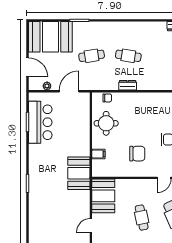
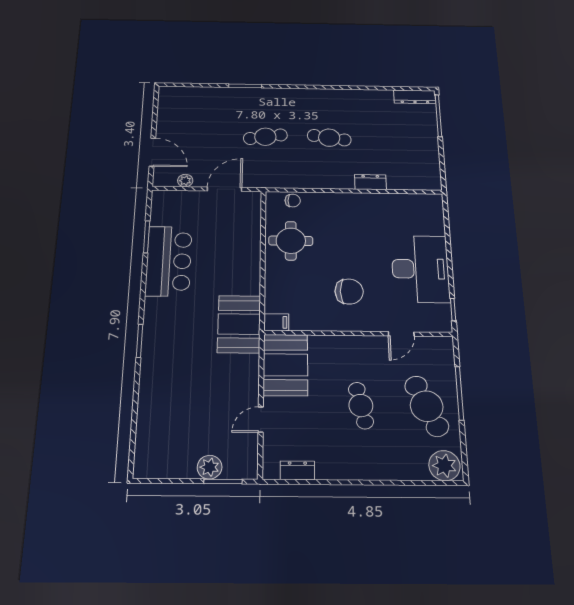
booth: (50, 37) -> (195, 108), removed
dresser: (128, 85) -> (370, 182), moved
bar counter: (40, 122) -> (169, 261), moved
filing cabinet: (98, 154) -> (276, 322), moved

